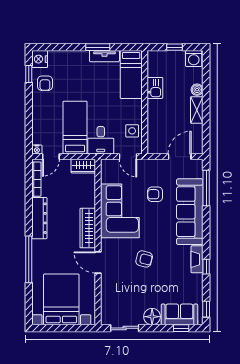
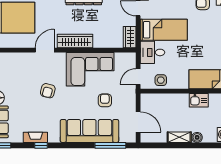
fireplace: (197, 259) -> (35, 137), moved

